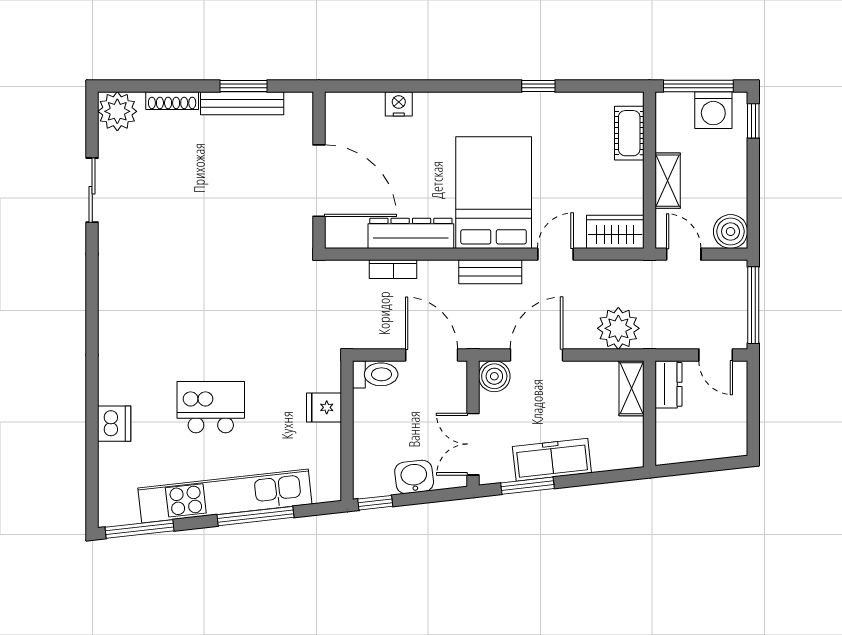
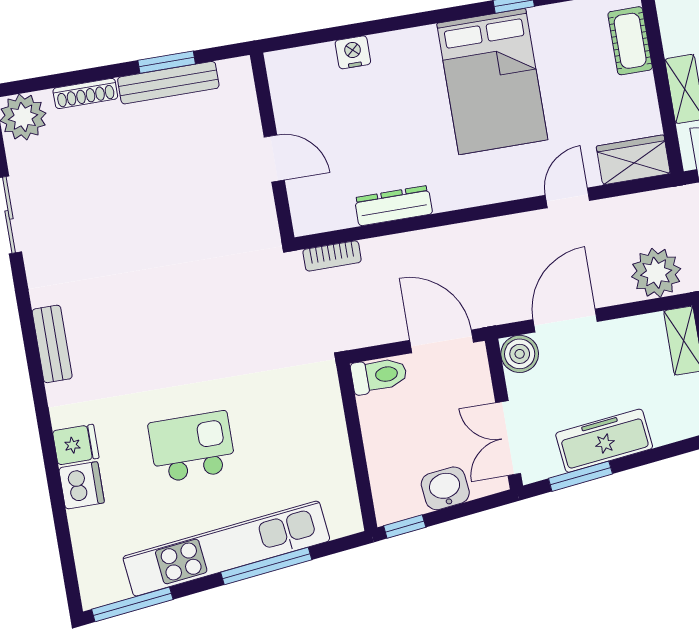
door: (319, 181) -> (274, 158), width x0.53
bed: (494, 193) -> (492, 82), moved, turned 180
dresser: (411, 233) -> (394, 206), width x0.73, depth x0.80
bookcase: (393, 269) -> (332, 256), moved
bench: (490, 272) -> (52, 344), moved, turned 90
fridge: (324, 407) -> (76, 445), moved, turned 180

